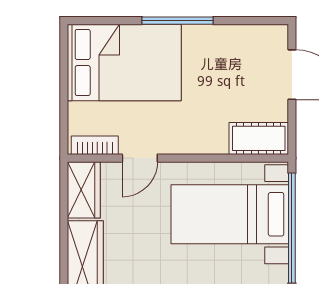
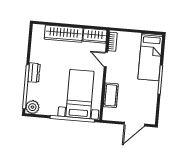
bed: (124, 63) -> (150, 57), width x0.67
cot: (259, 138) -> (111, 95), moved

